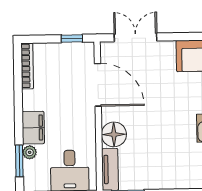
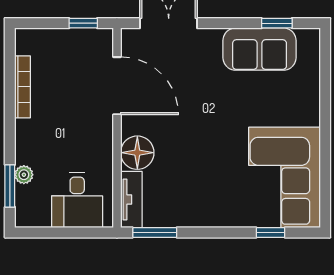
bookcase: (27, 66) -> (23, 87), moved
filing cabinet: (33, 128) -> (29, 142), removed

